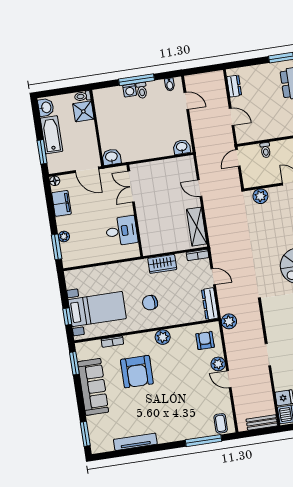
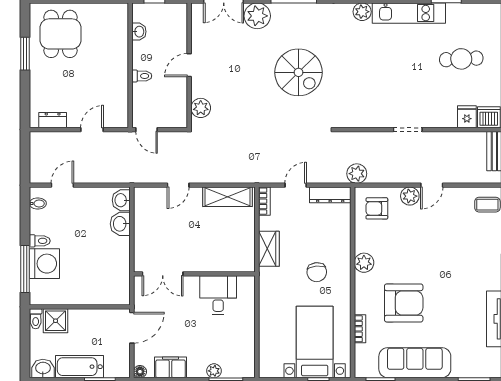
window: (137, 80) -> (25, 269), moved
washing machine: (130, 90) -> (44, 264), width x1.89, depth x1.89
toilet: (266, 150) -> (142, 76), moved
washbasin: (111, 157) -> (120, 224), moved

